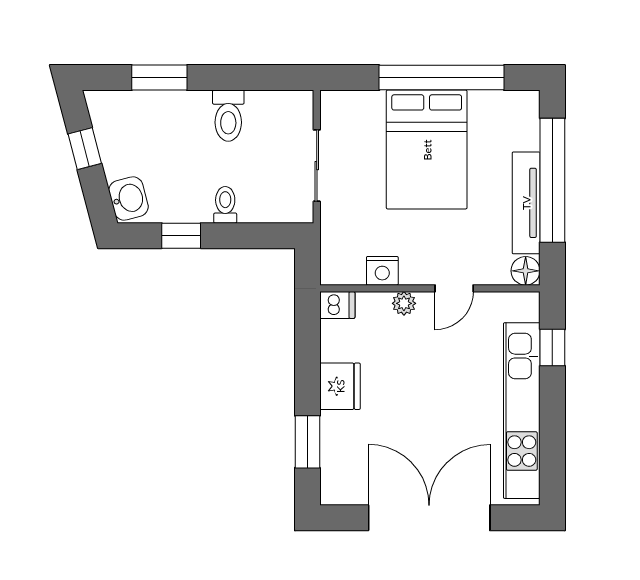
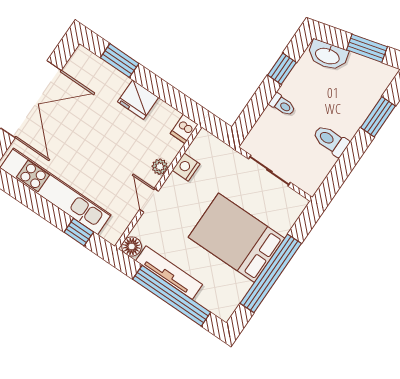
window: (85, 149) -> (367, 48), width x1.50
washbasin: (129, 198) -> (328, 55), width x1.38

